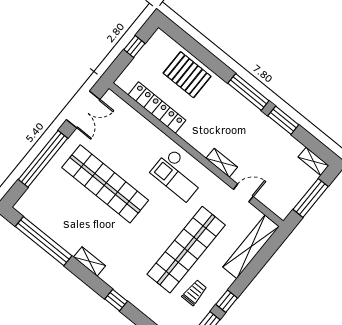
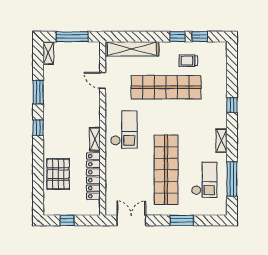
window: (248, 92) -> (38, 128), width x0.46
window: (43, 159) -> (182, 220), width x0.47
shelving: (222, 163) -> (95, 139), moved
checkout: (65, 213) -> (204, 180), added
window: (44, 241) -> (232, 179), width x0.68

